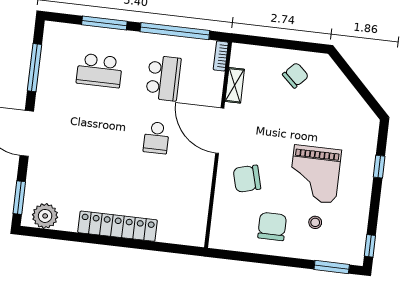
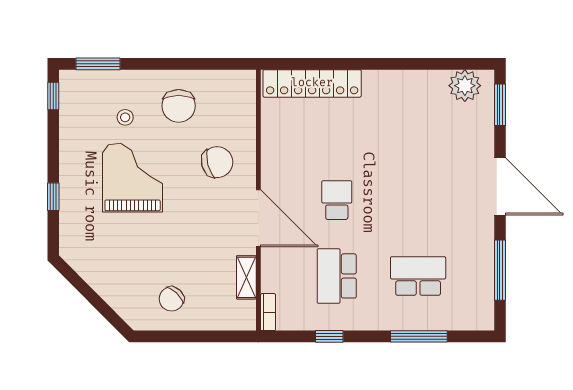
window: (175, 31) -> (329, 336), width x0.32
locker: (118, 226) -> (312, 83), moved

